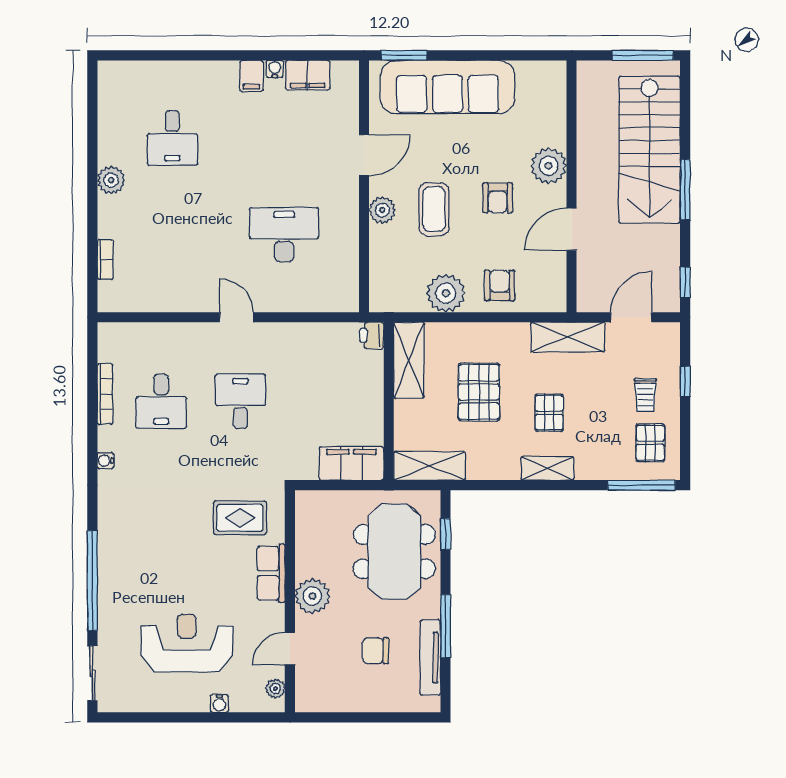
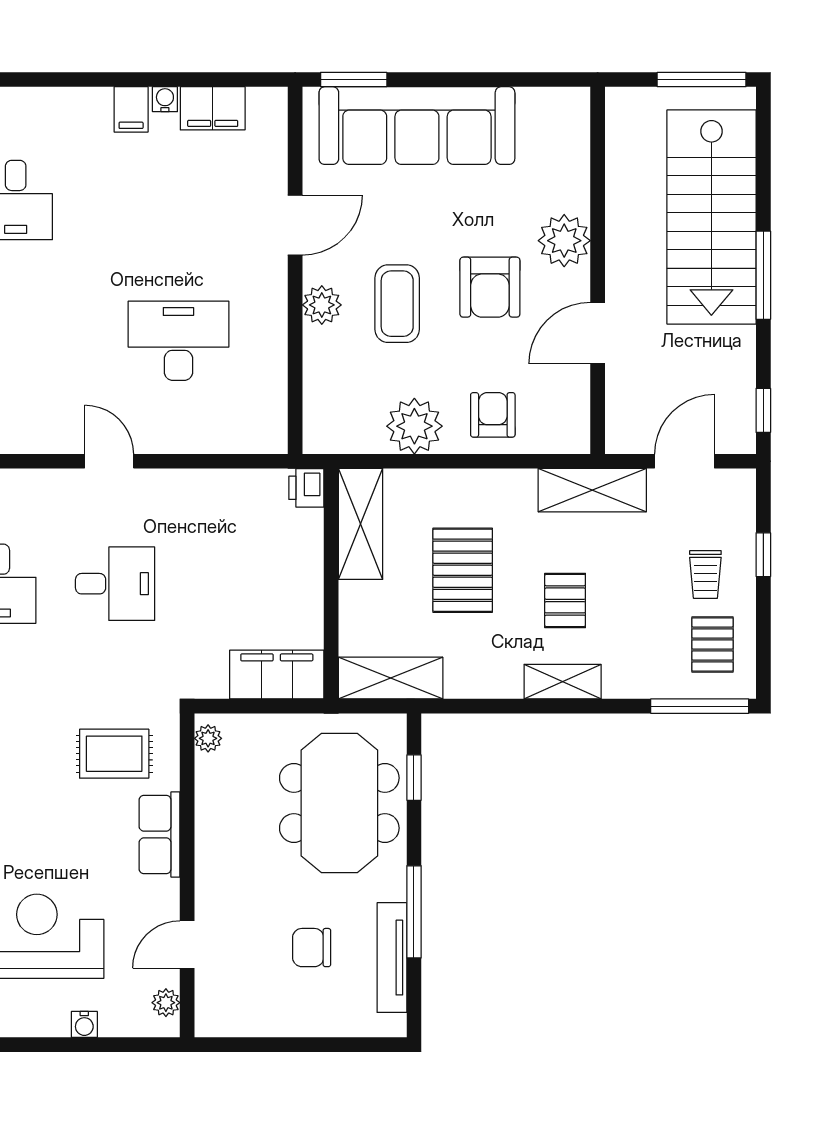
armchair: (498, 198) -> (490, 287), width x1.38, depth x1.38
desk: (241, 401) -> (115, 584), turned 90
plant: (312, 596) -> (208, 738), moved, width x0.53, depth x0.53

